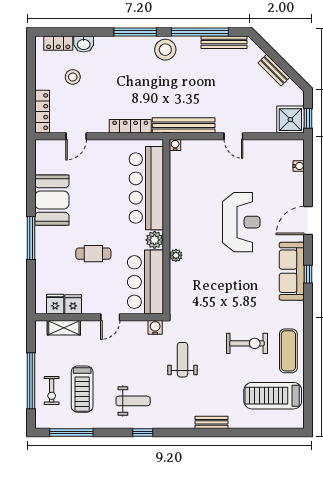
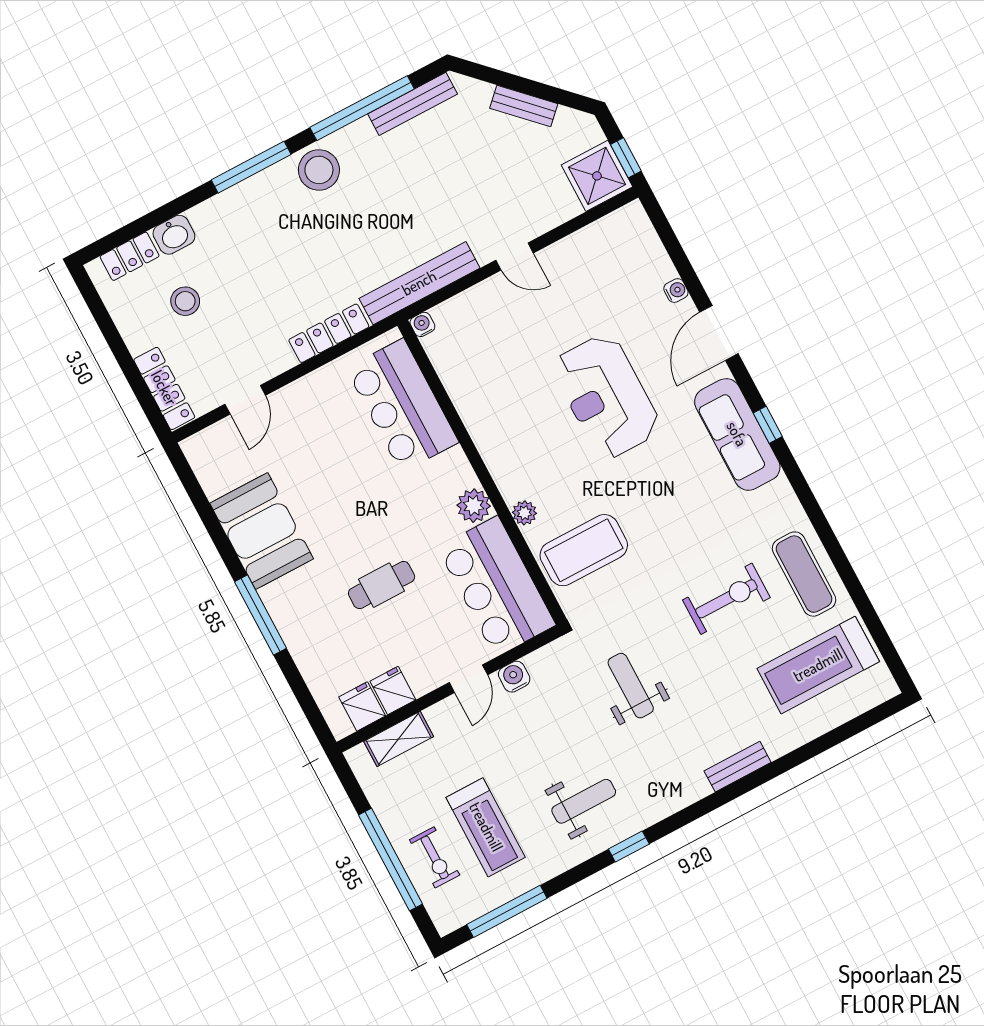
water cooler: (299, 166) -> (676, 291), moved
bar counter: (146, 188) -> (402, 405), width x0.73
reception desk: (241, 222) -> (606, 396), turned 180
coffee table: (194, 287) -> (584, 550), added
water cooler: (155, 327) -> (514, 677), moved

